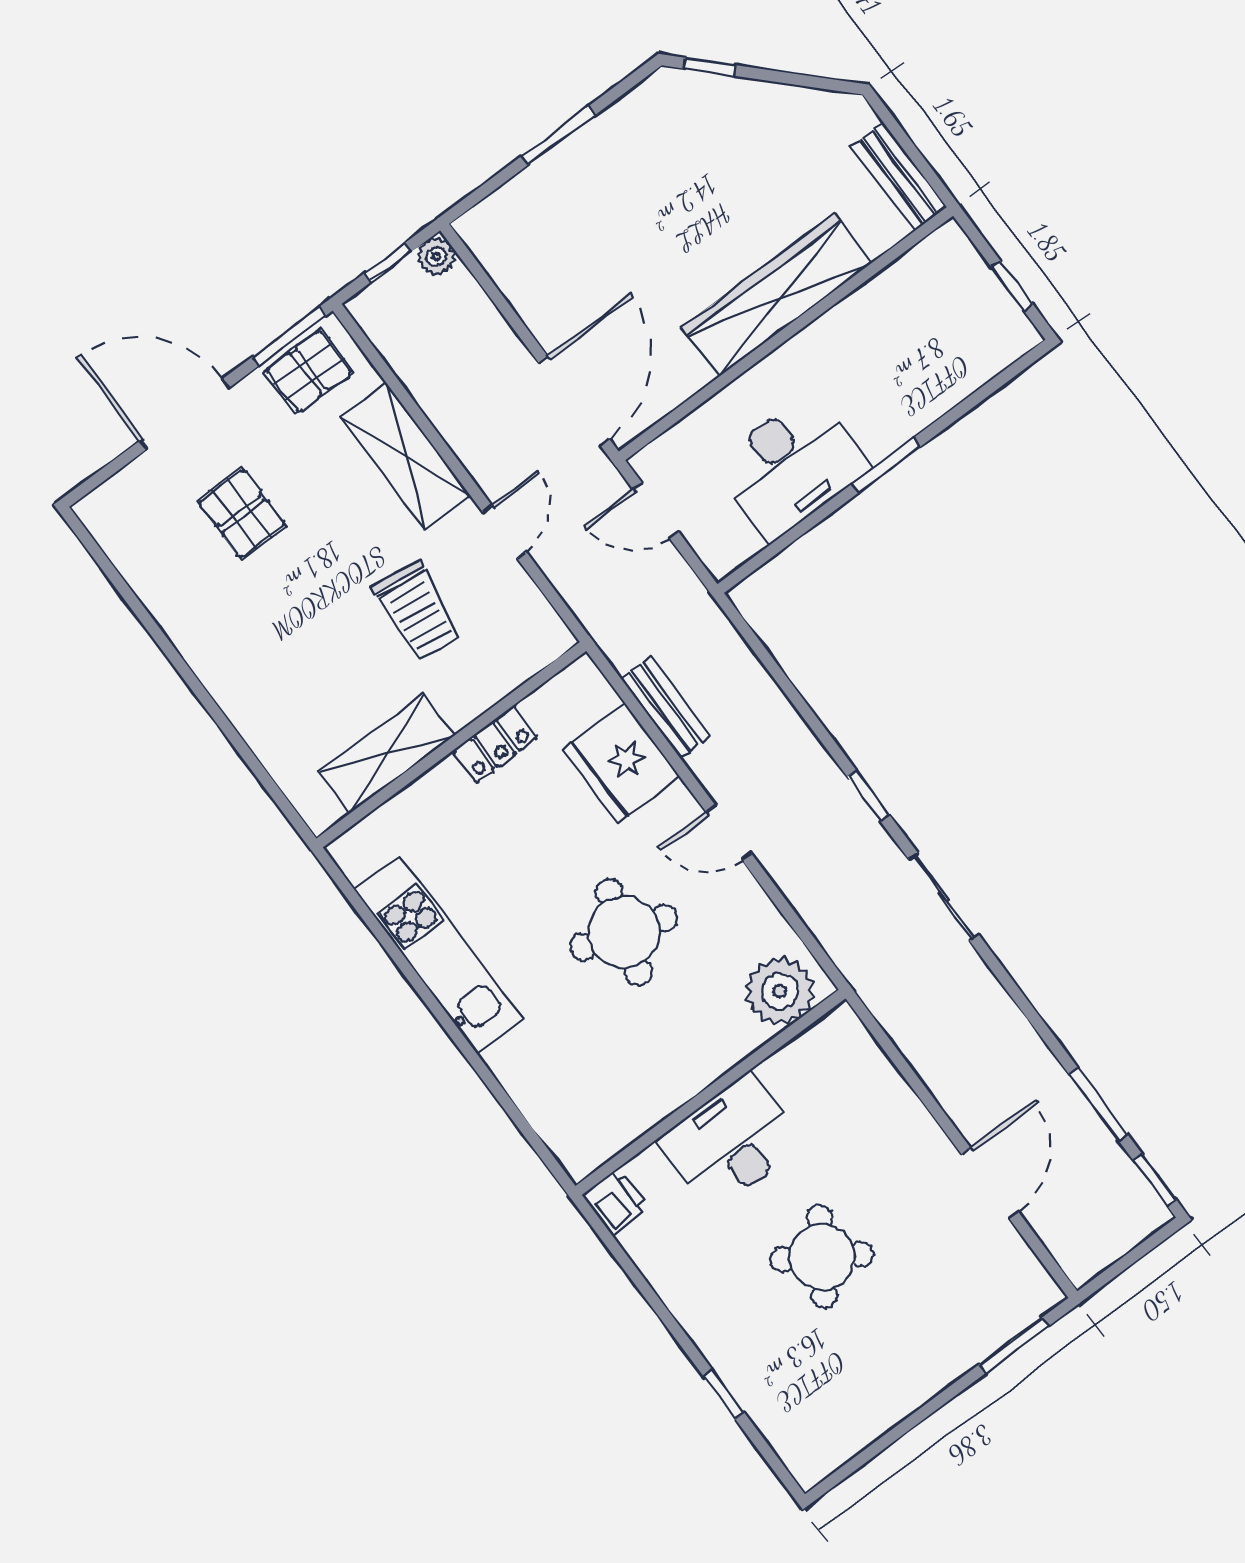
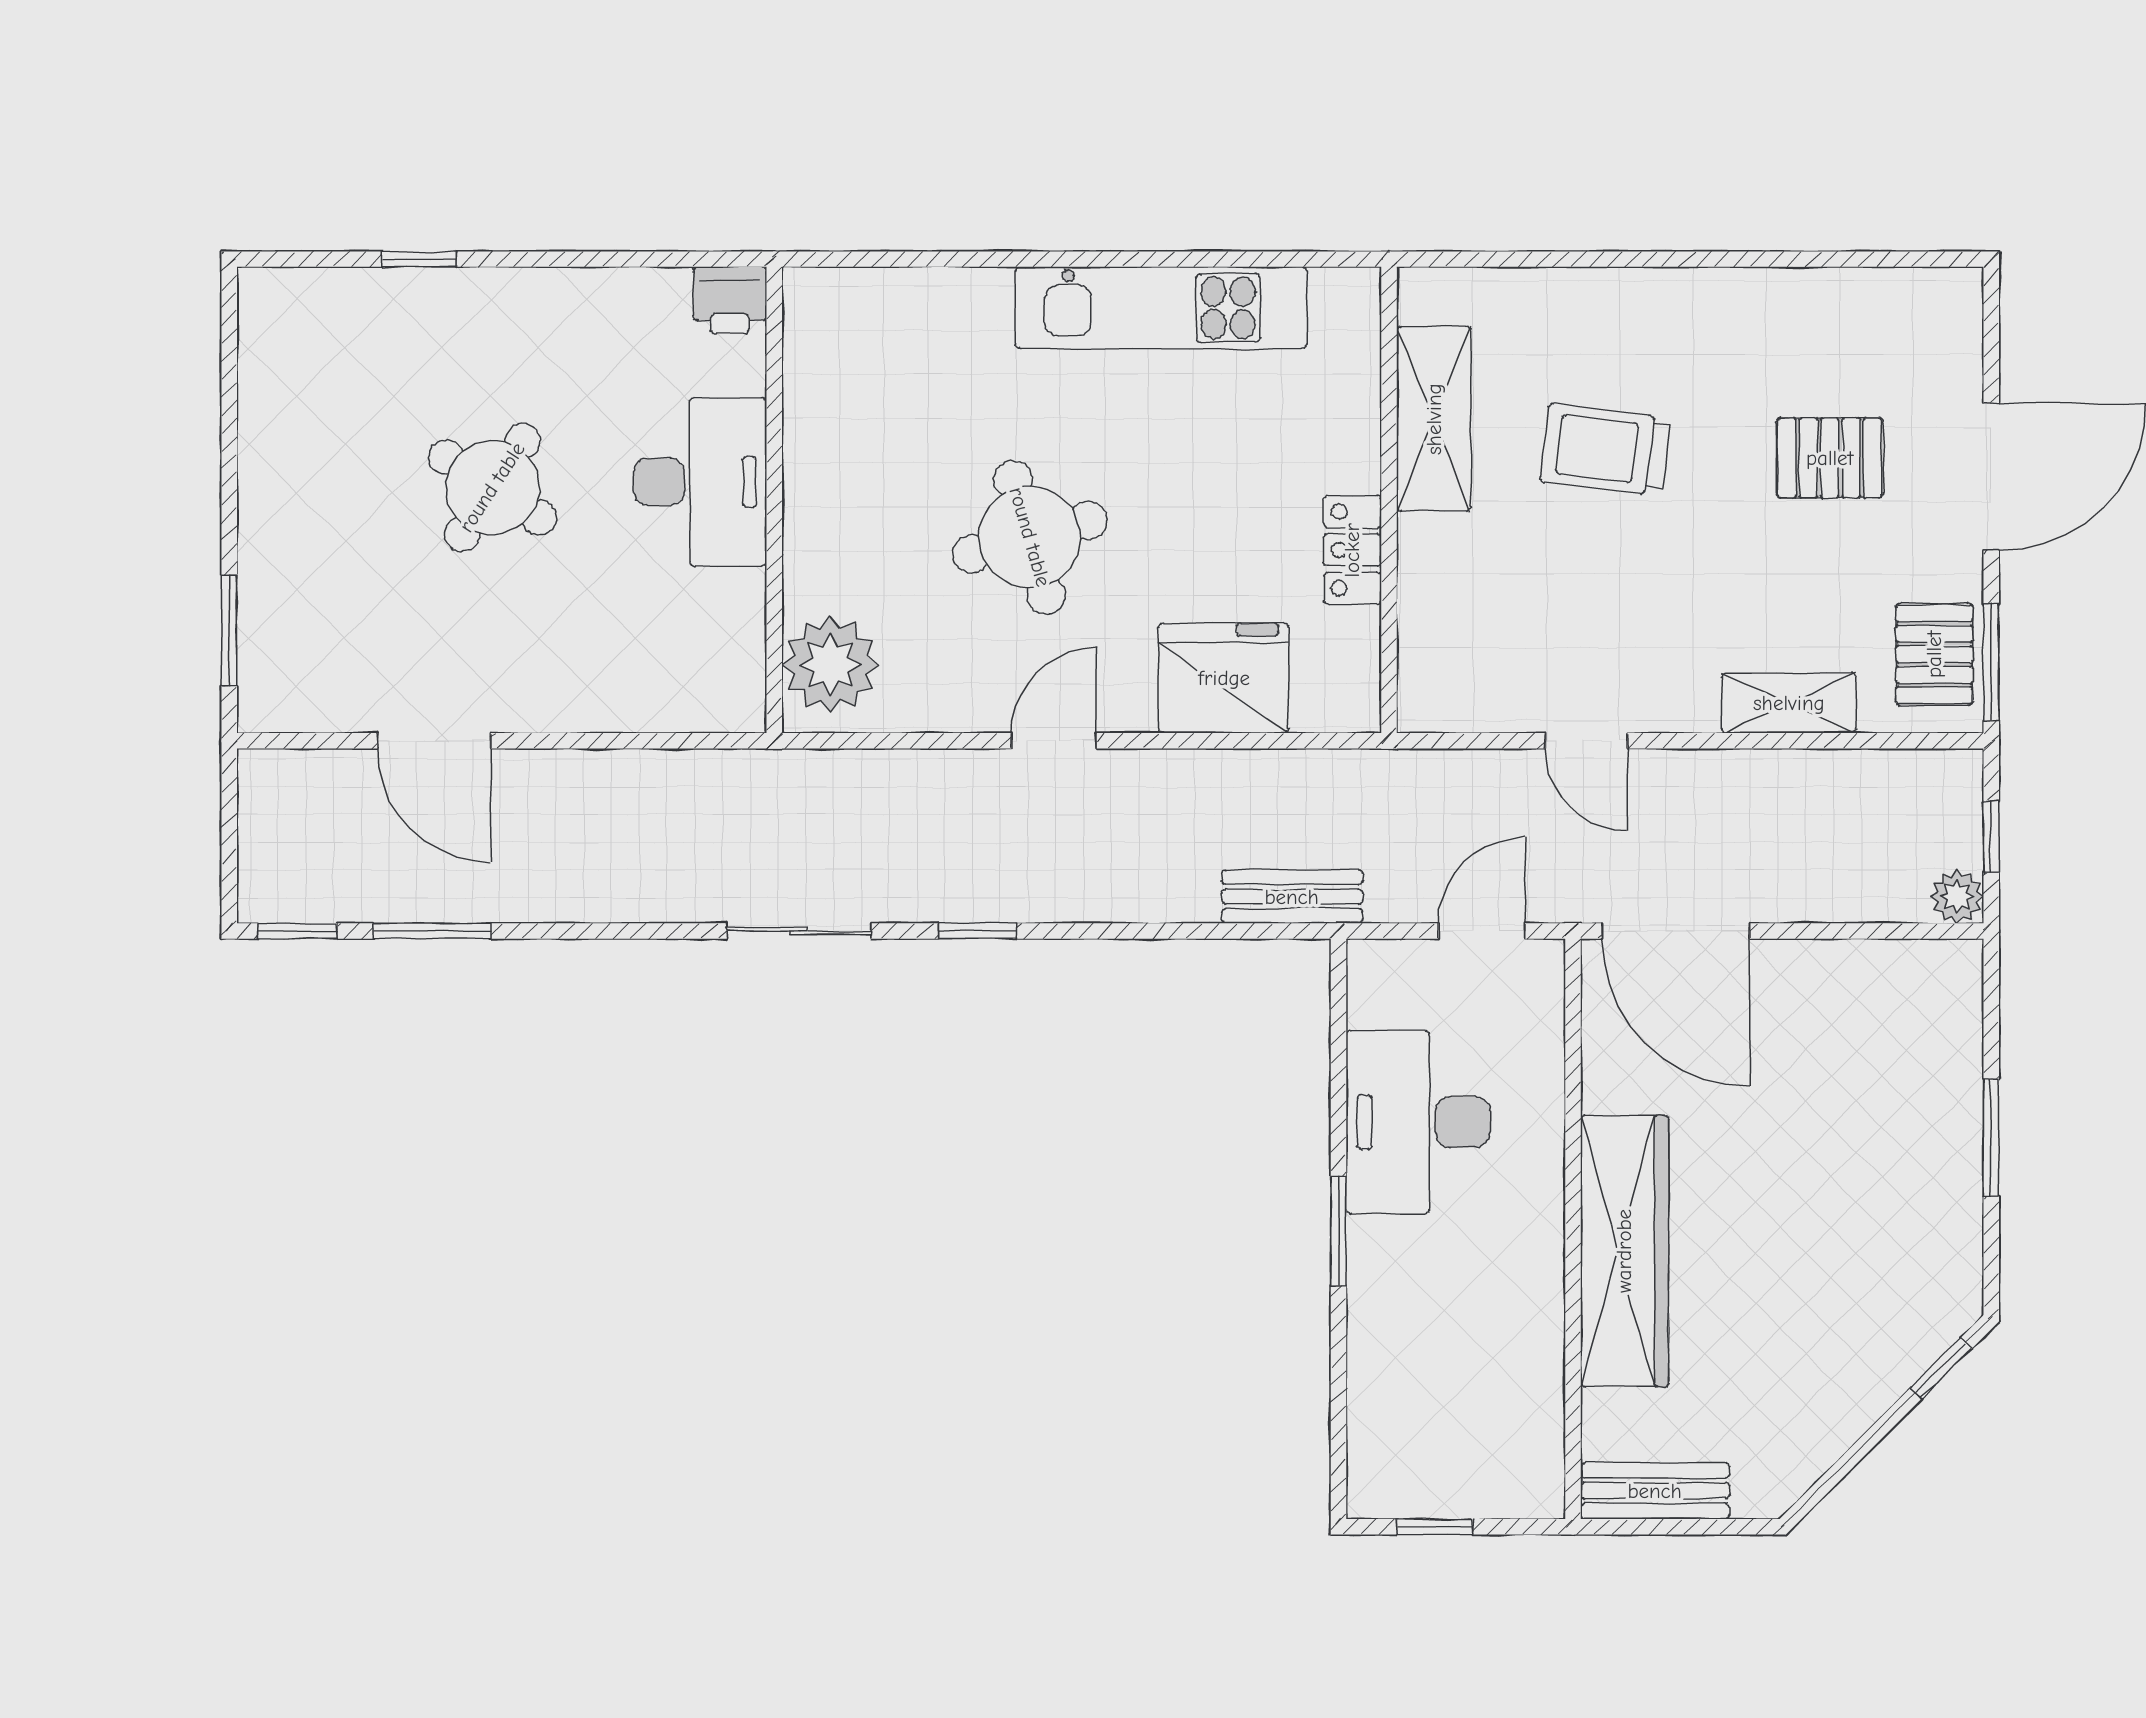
shelving: (406, 456) -> (1789, 703), width x0.67, depth x0.75
trolley: (417, 611) -> (1606, 450), moved
bench: (666, 708) -> (1292, 897), moved
round table: (624, 932) -> (1030, 537), turned -33

